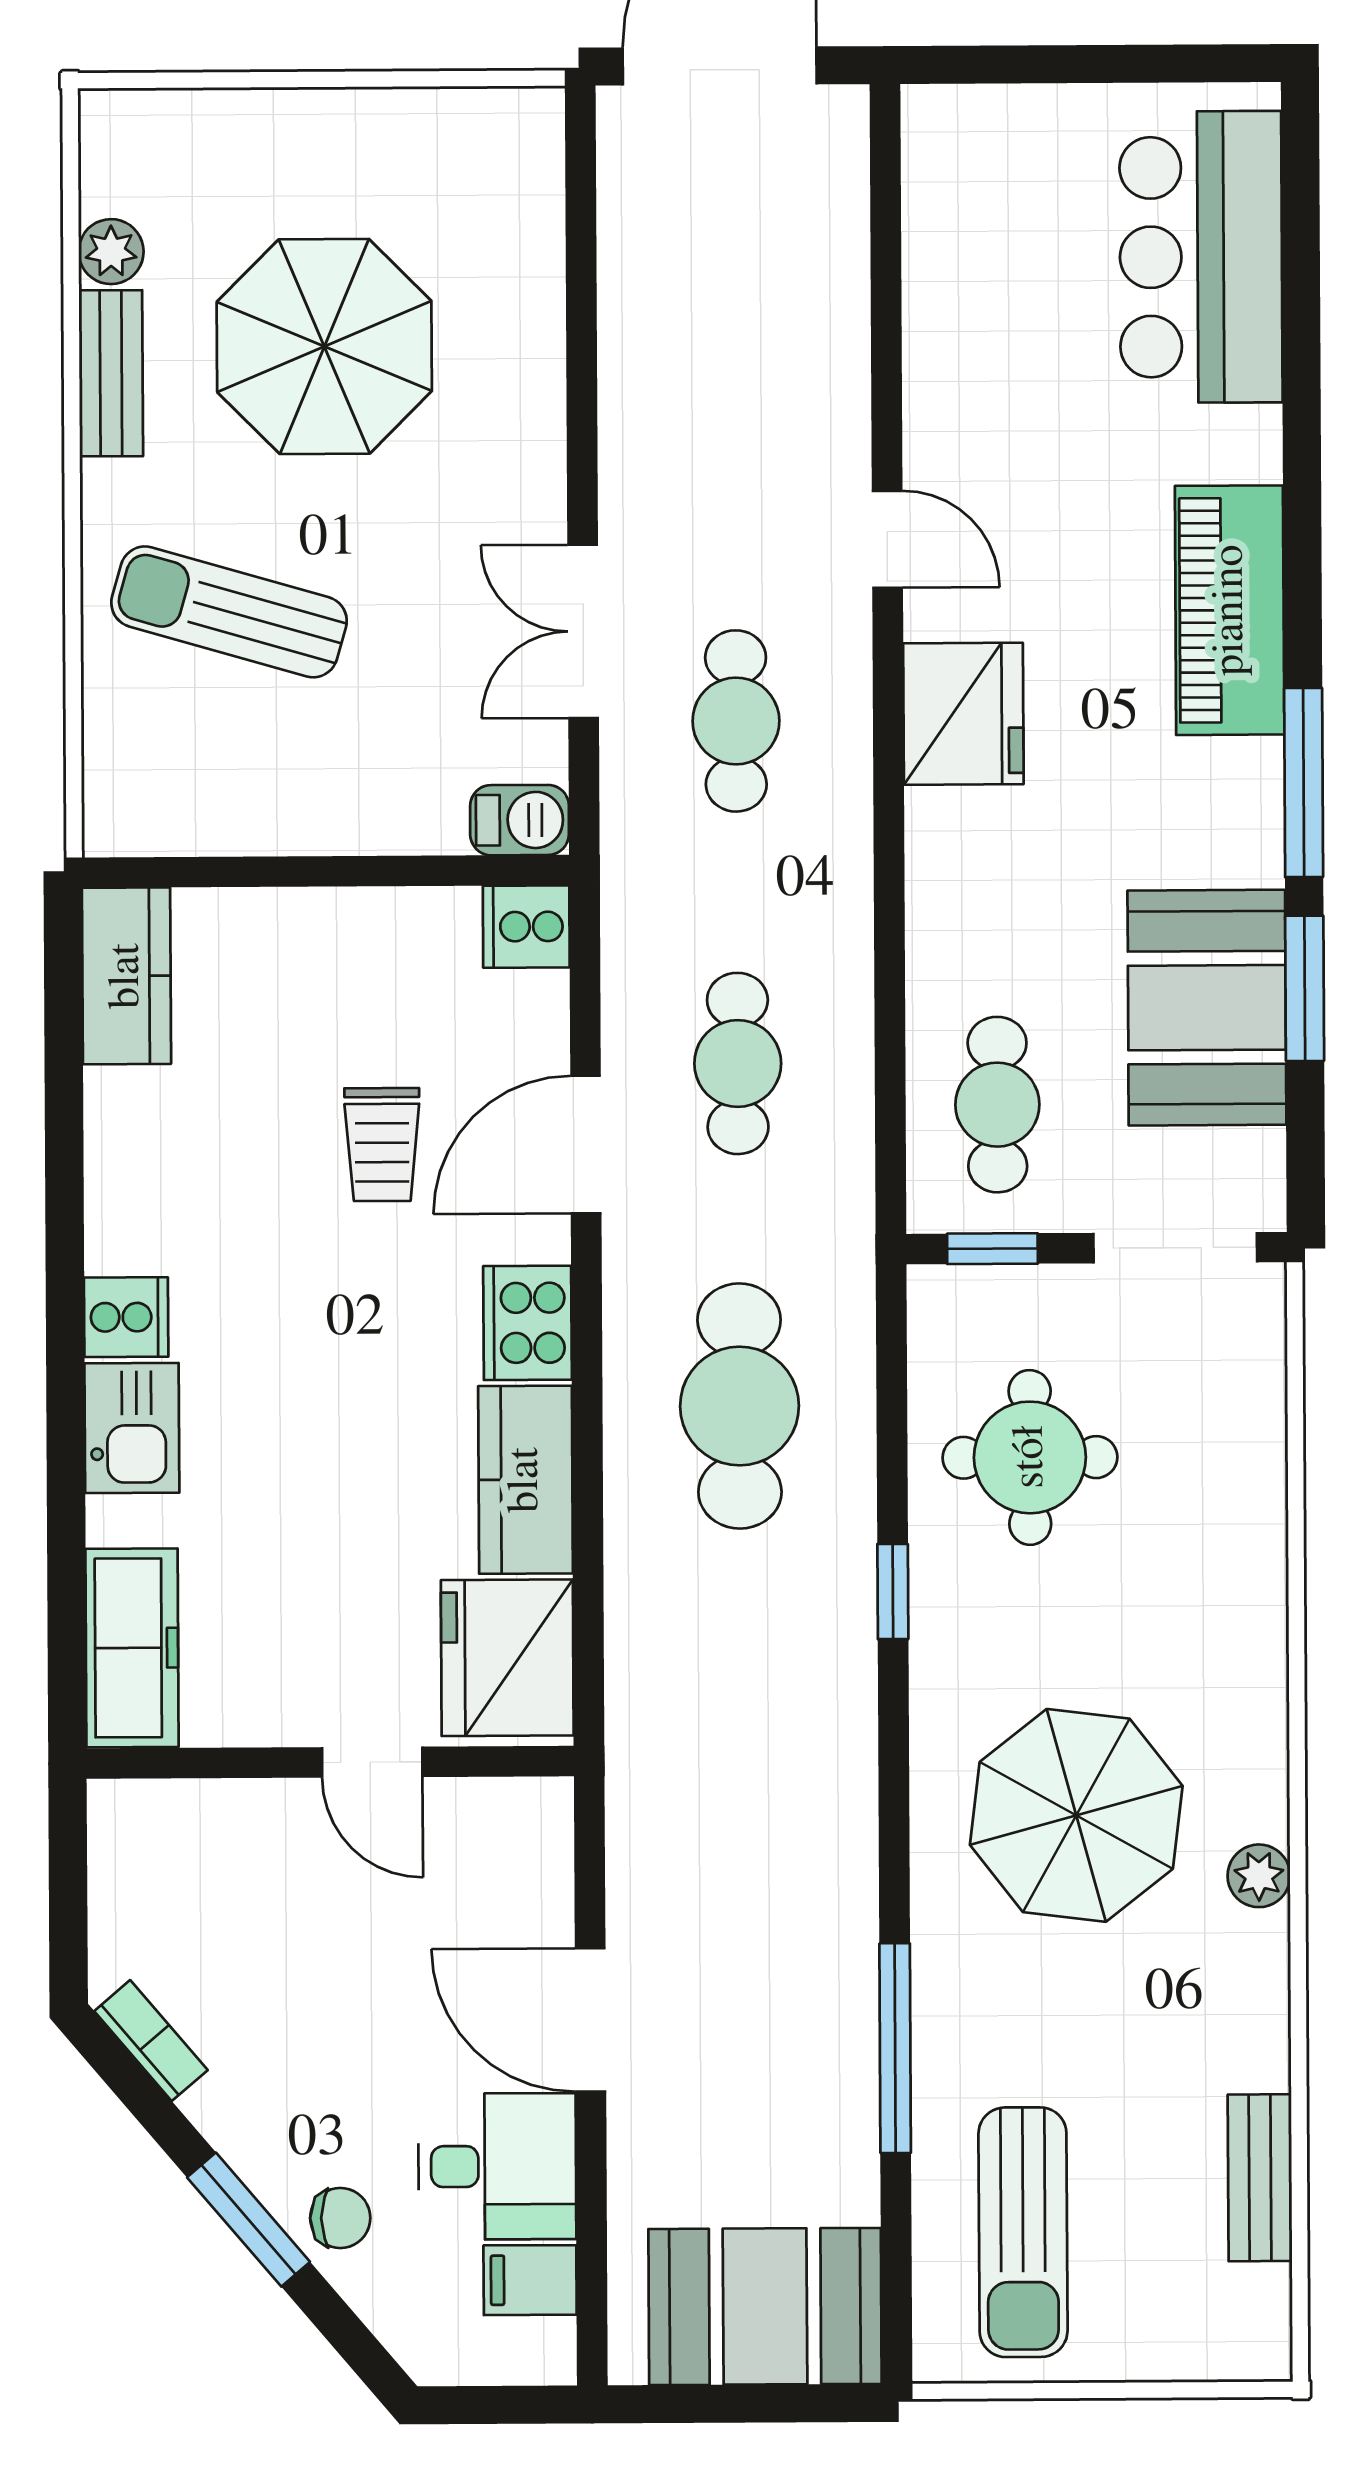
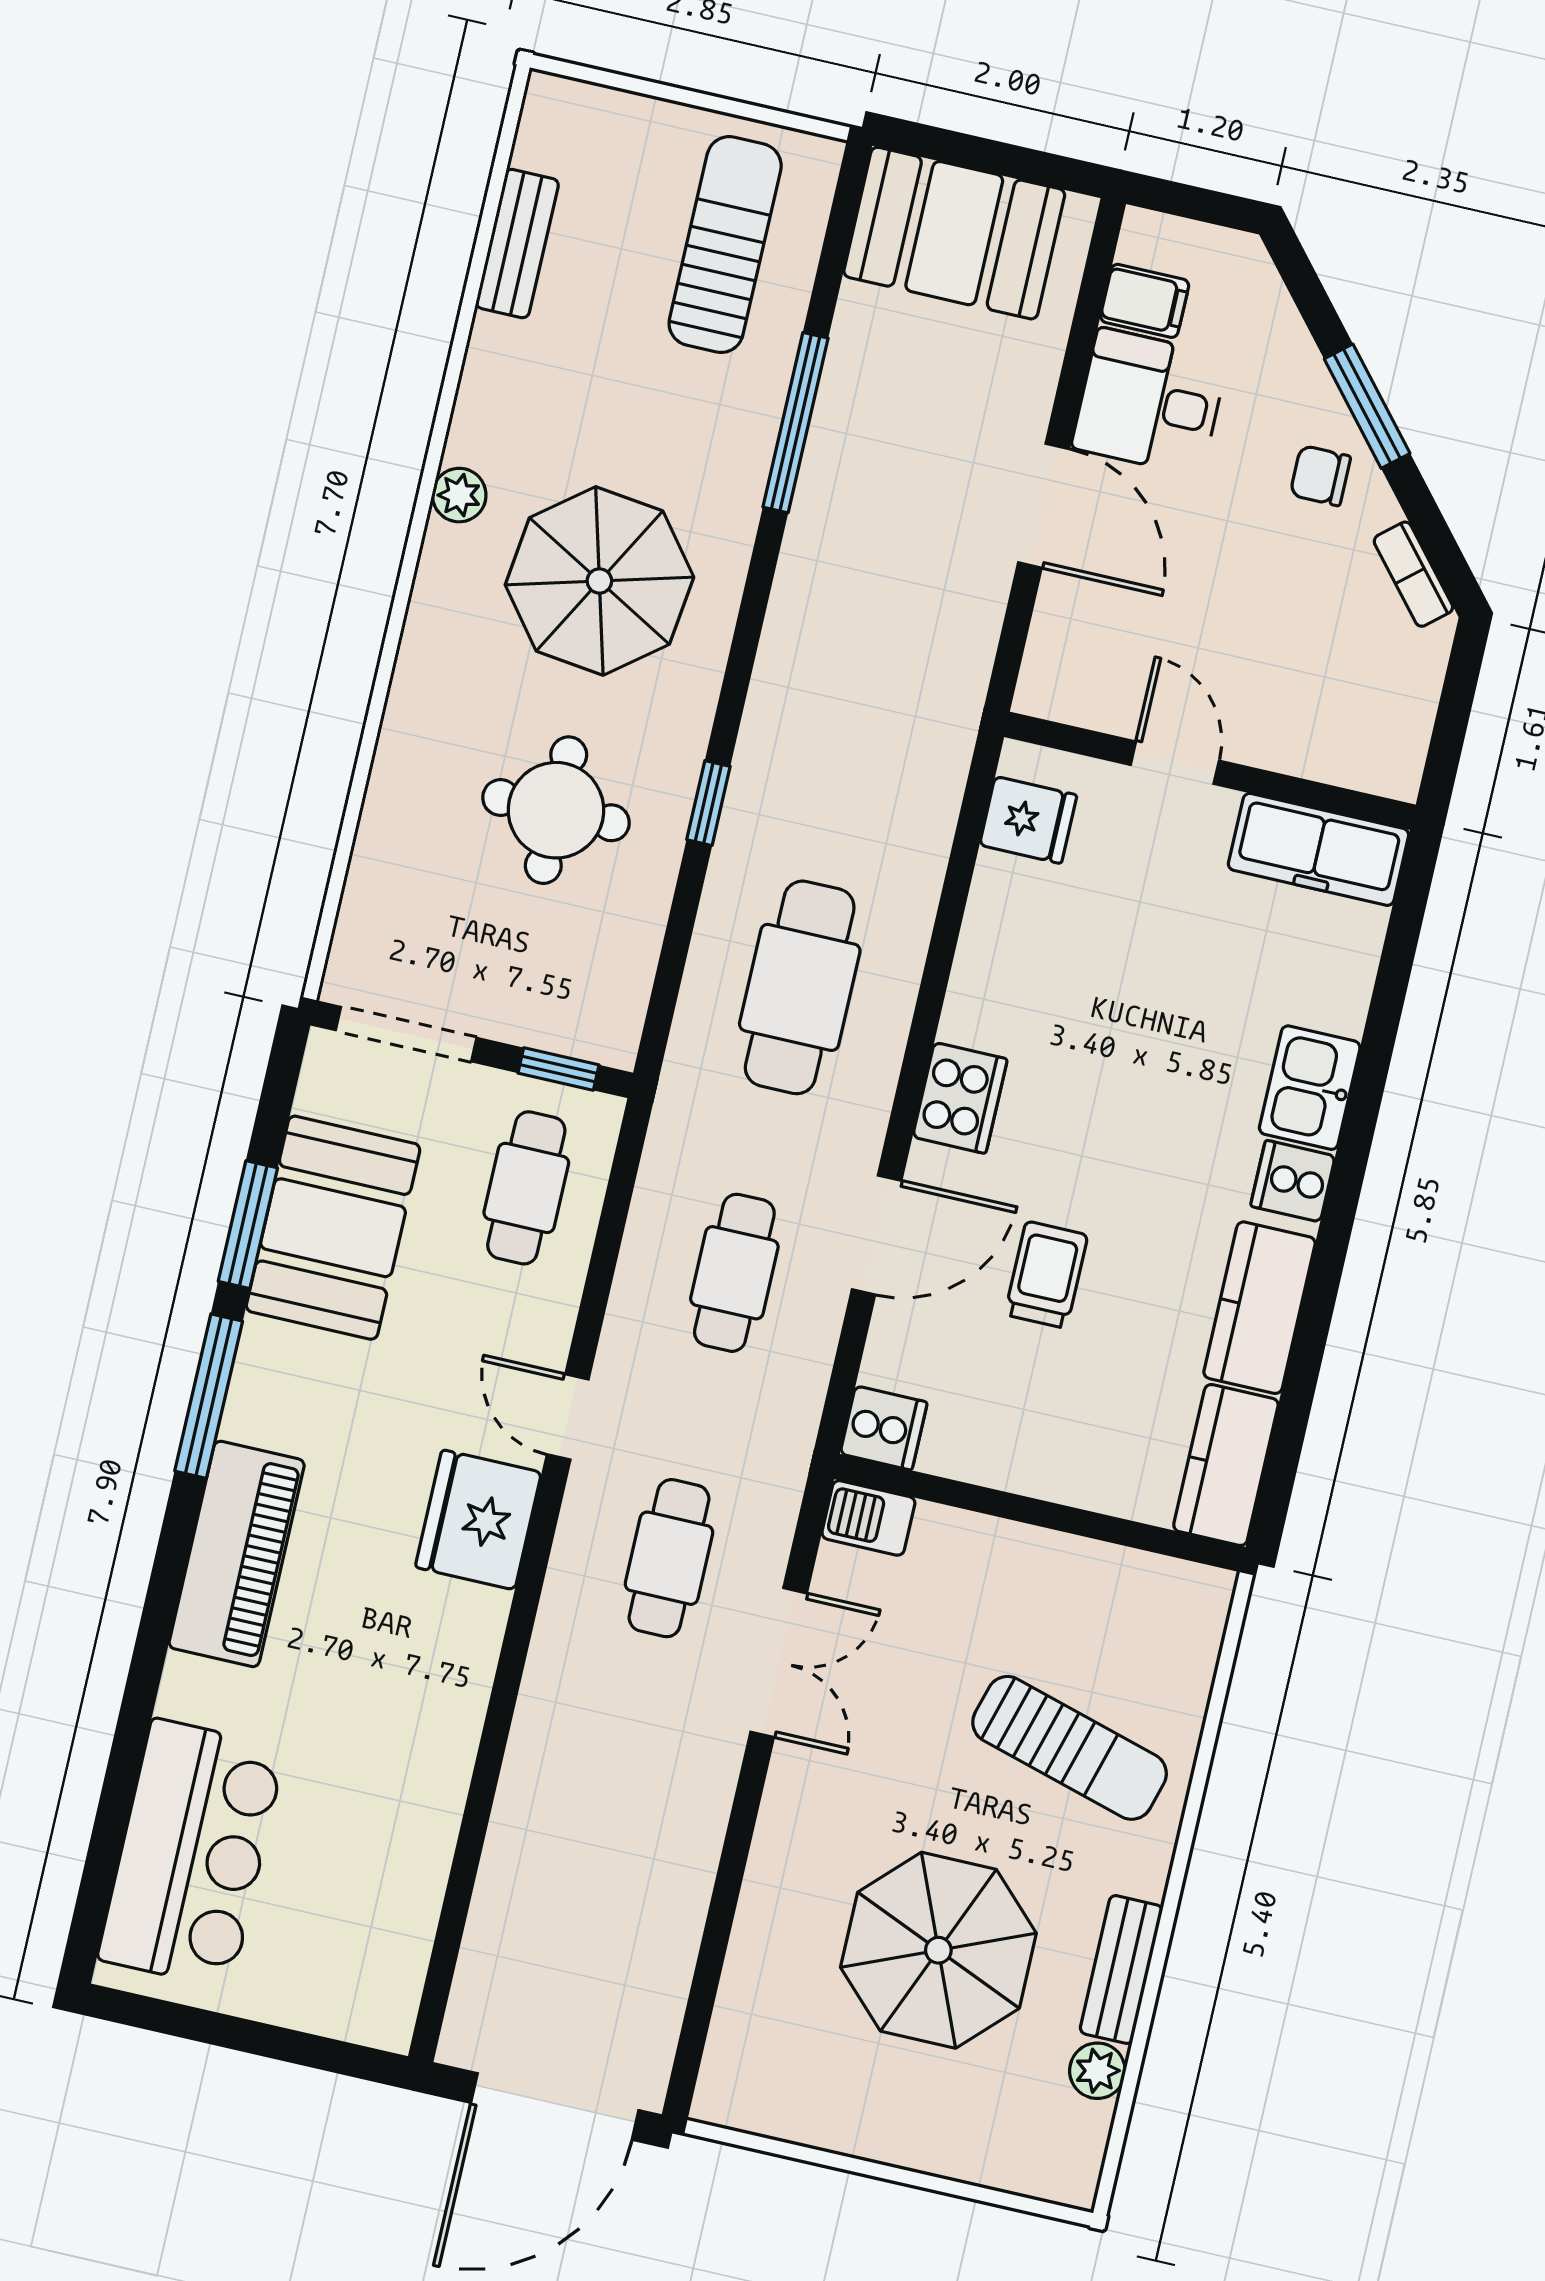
door: (887, 539) -> (568, 1417), moved
round table: (1030, 1457) -> (556, 810), moved
kitchen counter: (525, 1480) -> (1259, 1308), moved, turned 180
freezer: (132, 1648) -> (1319, 849), moved, turned -90
fridge: (507, 1658) -> (1028, 820), width x0.53, depth x0.75
chair: (340, 2218) -> (1320, 476), moved

